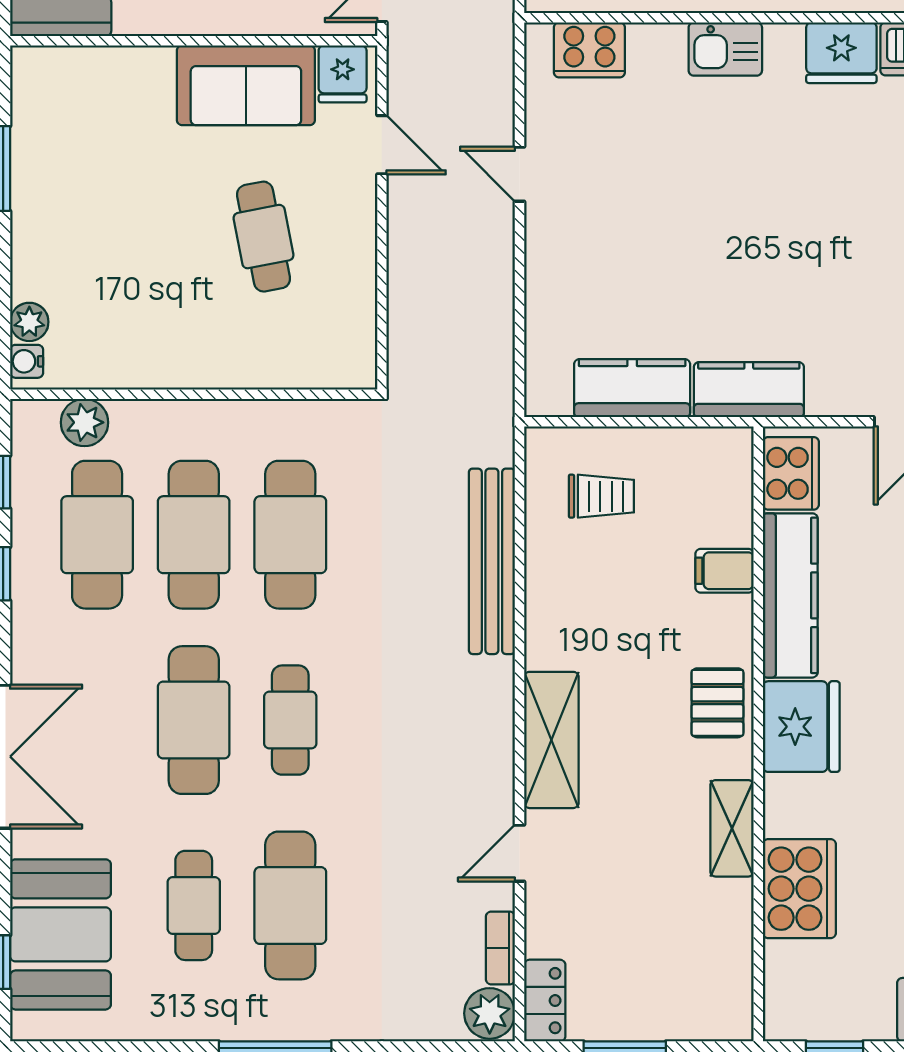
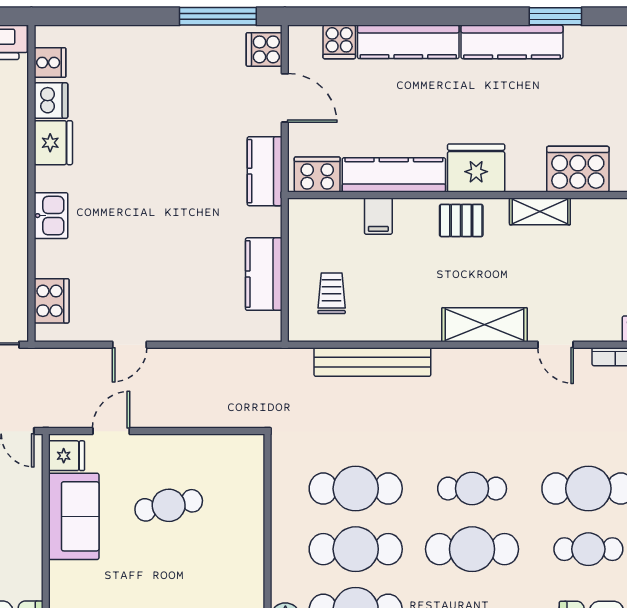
kitchen counter: (749, 390) -> (265, 171), moved

